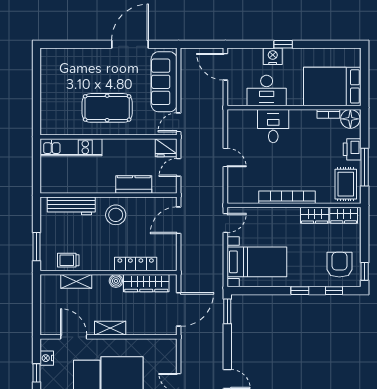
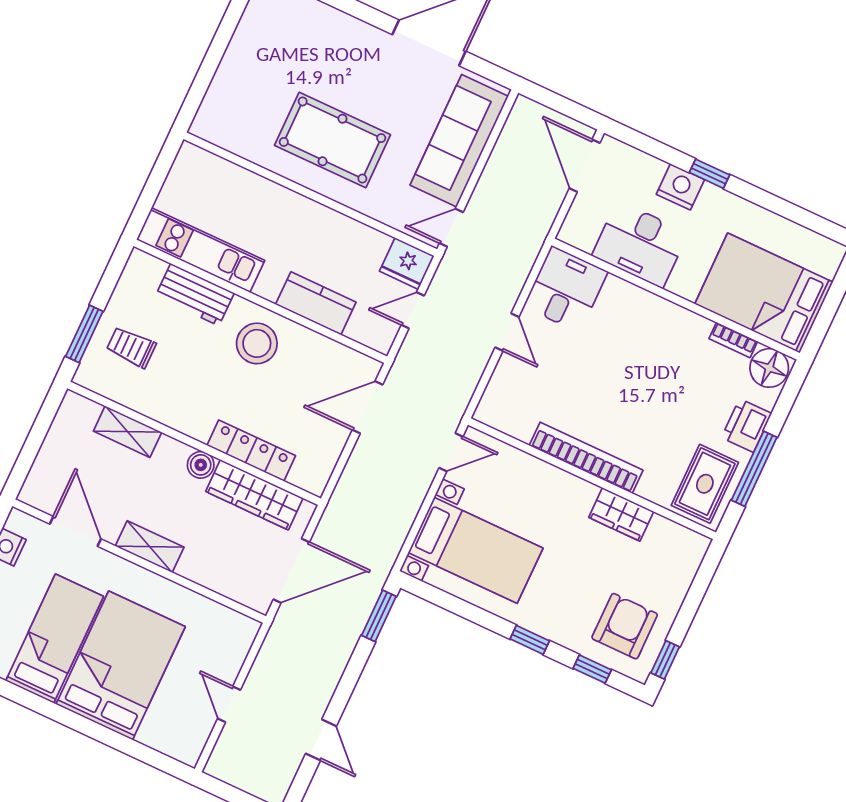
desk: (273, 126) -> (566, 289), moved
kitchen unit: (71, 147) -> (201, 250), moved, turned 180
workbench: (71, 206) -> (195, 295), width x0.73
wardrobe: (344, 215) -> (675, 539), removed
trolley: (68, 260) -> (131, 347), moved

